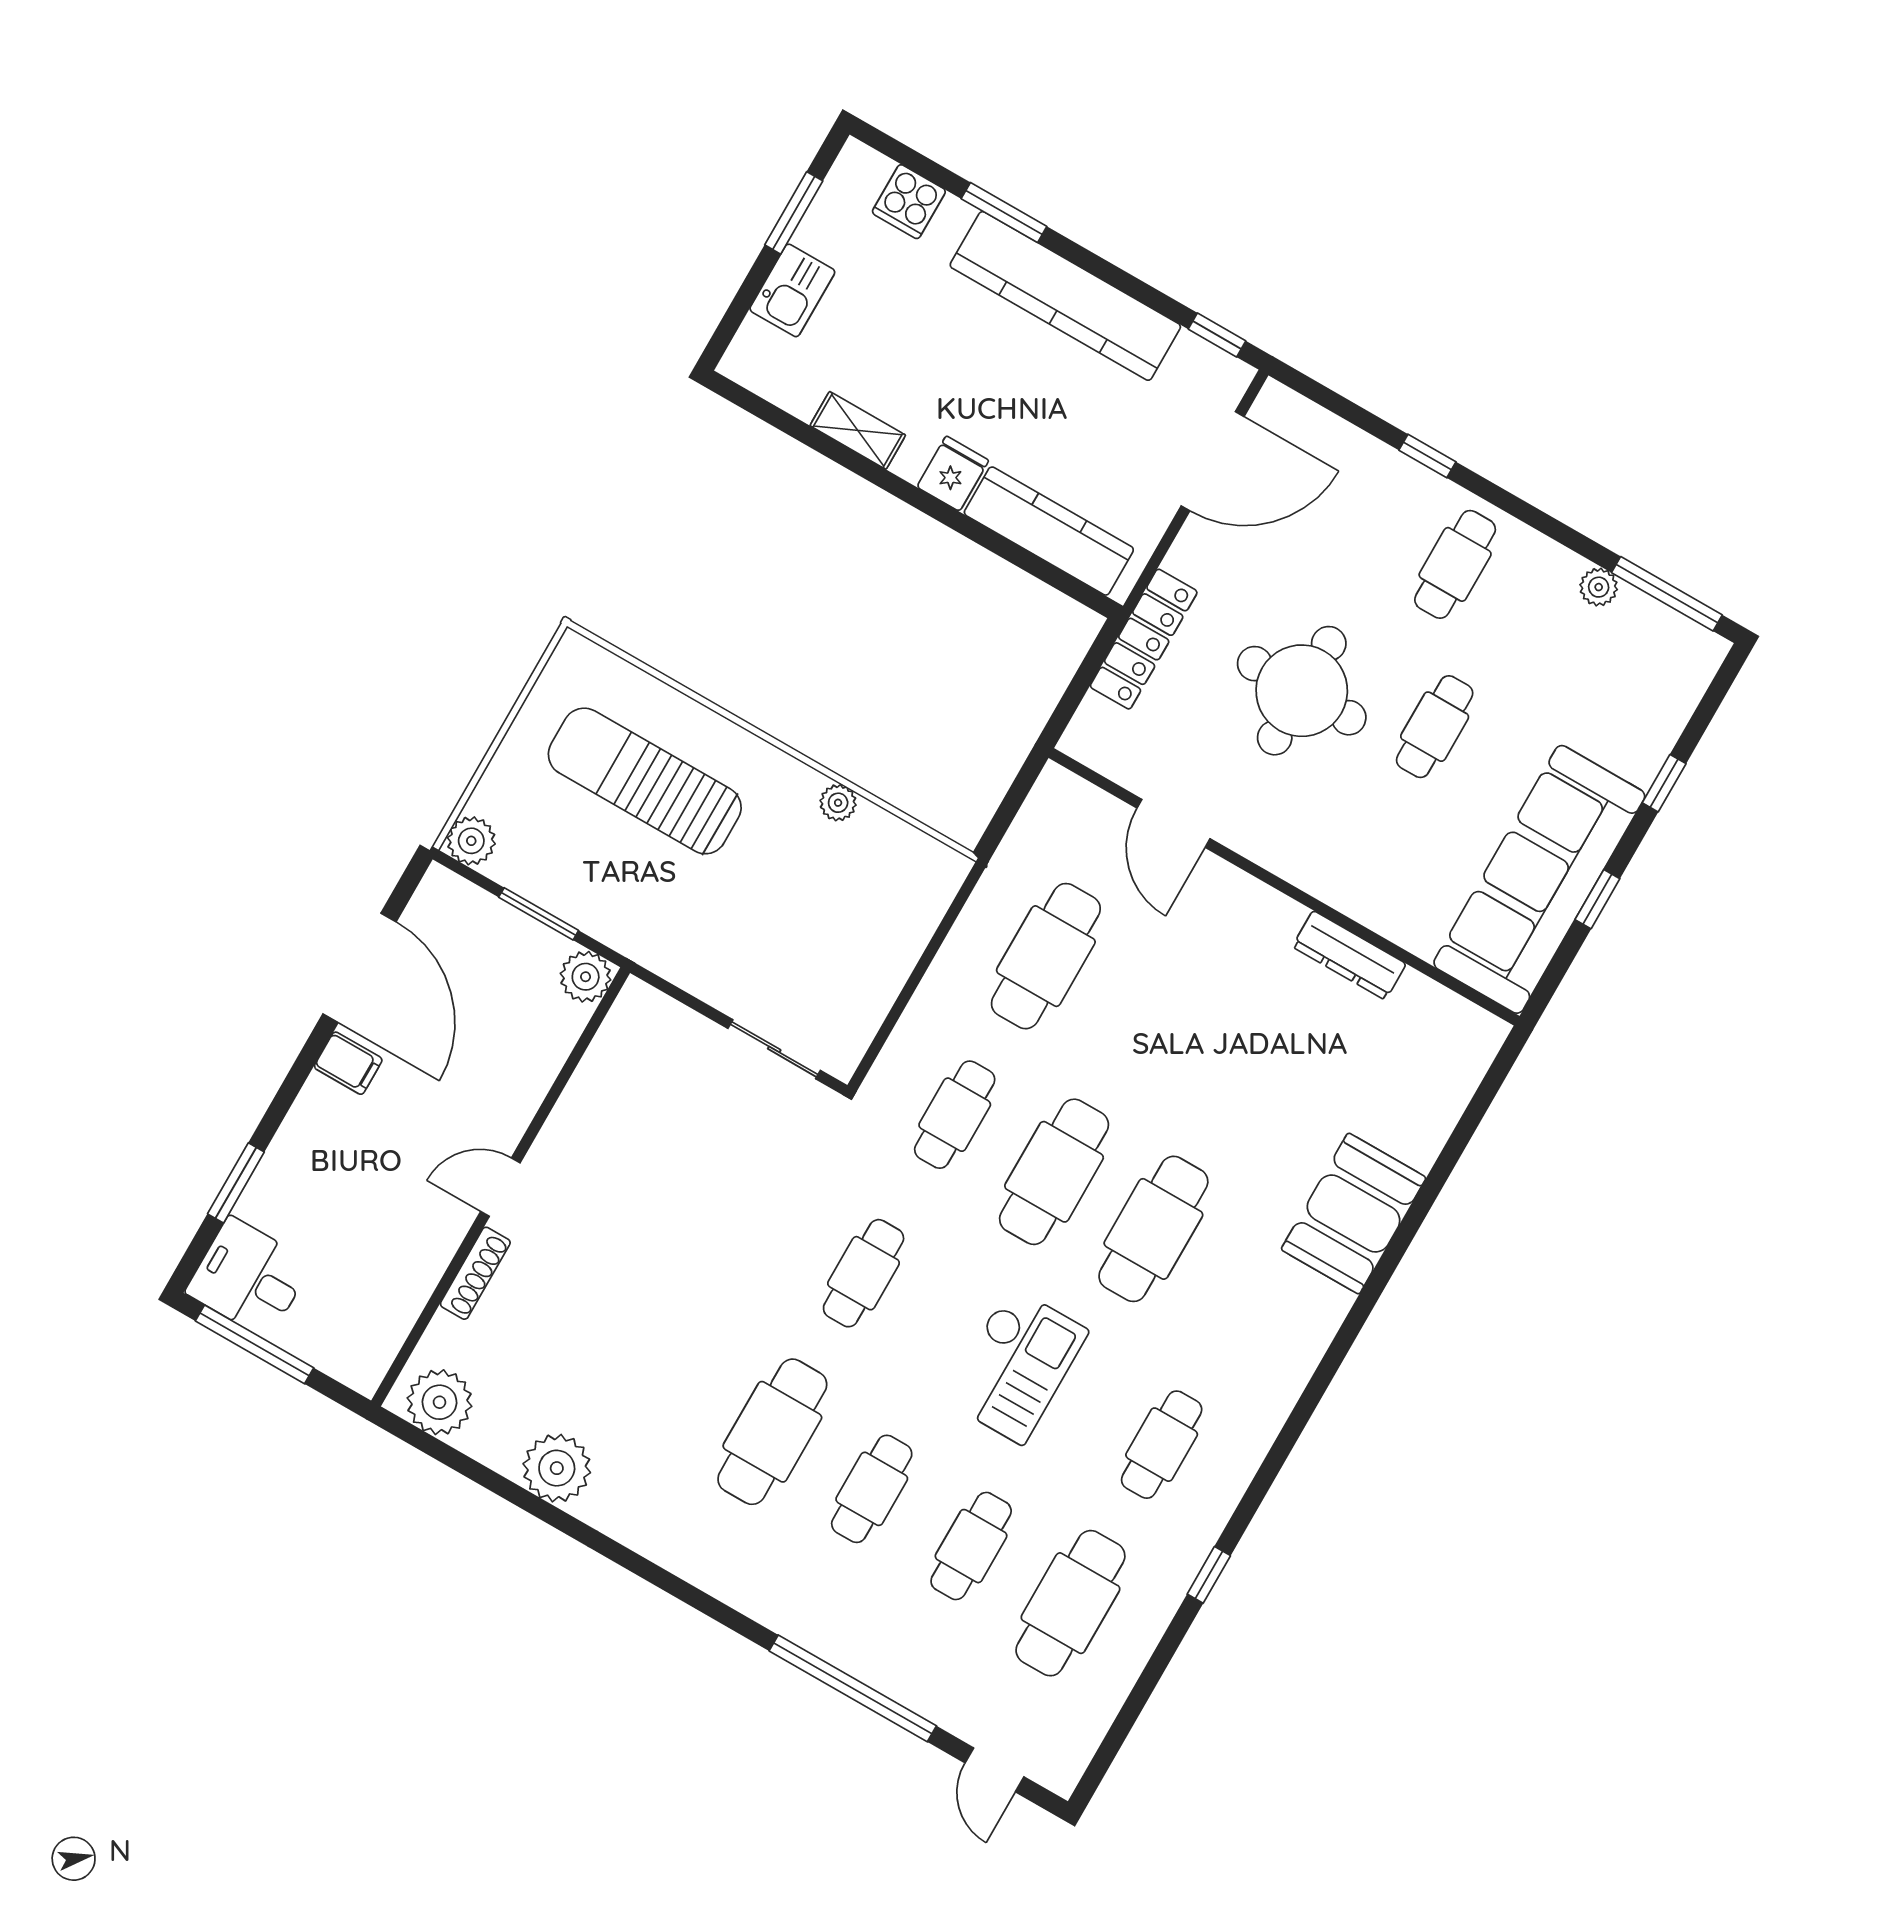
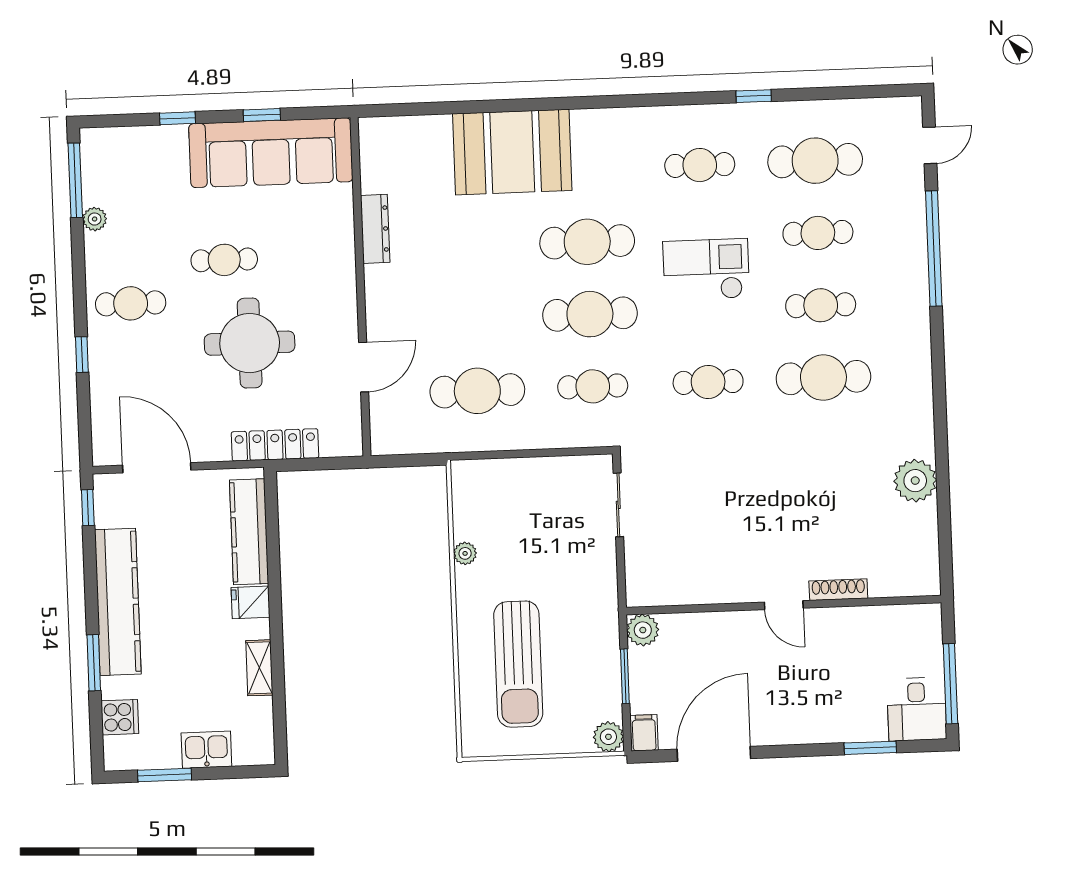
filing cabinet: (348, 1063) -> (644, 733), moved
booth: (1354, 1214) -> (512, 152), width x1.36, depth x1.42
plant: (439, 1402) -> (919, 565), removed

